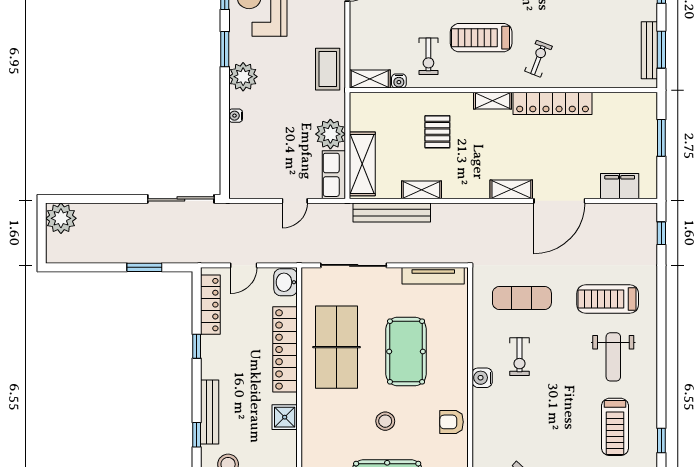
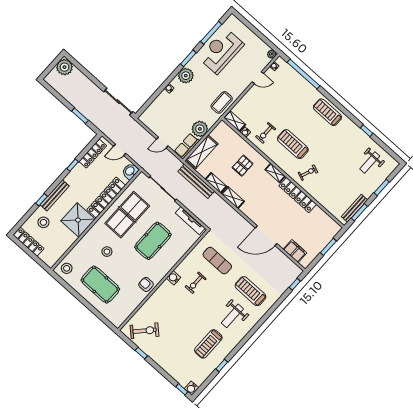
shelving: (511, 189) -> (233, 198), moved
shower: (285, 417) -> (78, 220), width x1.86, depth x1.86
stool: (385, 421) -> (107, 252), moved

